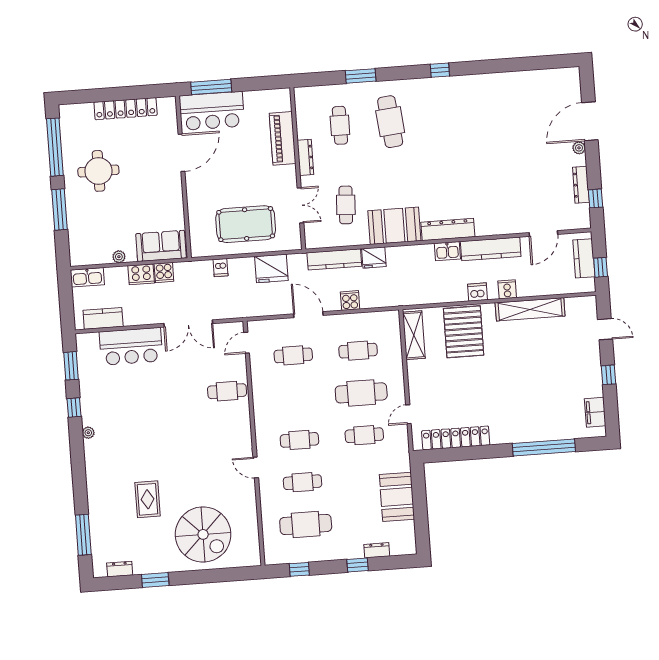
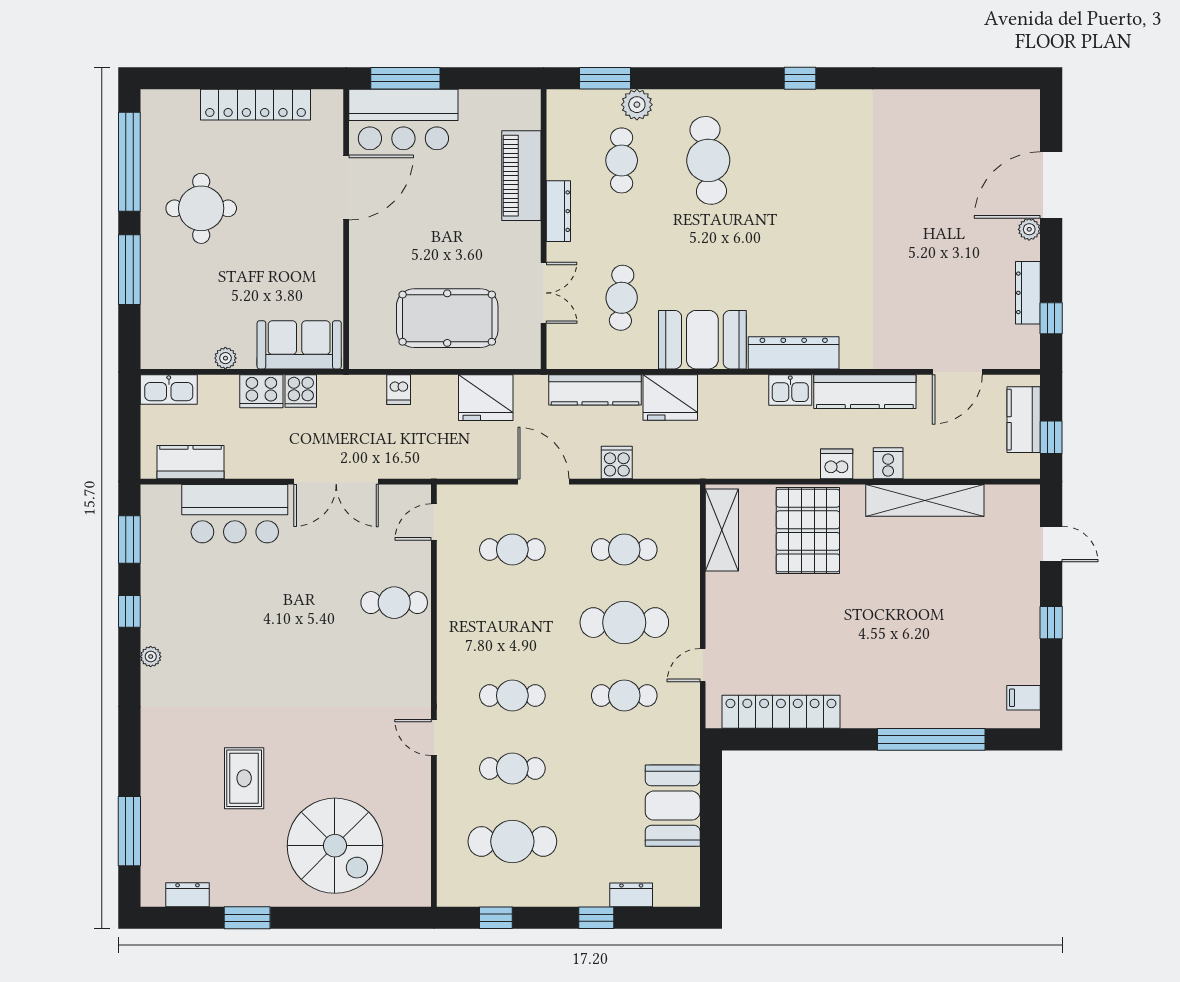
window: (361, 76) -> (605, 78), moved
plant: (346, 92) -> (637, 105), added
fridge: (374, 257) -> (670, 397), width x1.36, depth x1.34
filing cabinet: (595, 412) -> (1024, 698), width x0.50

